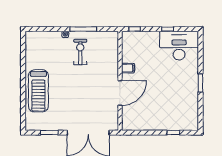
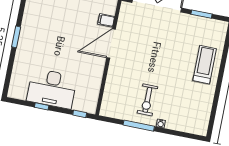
desk: (179, 46) -> (52, 89), moved
filing cabinet: (128, 68) -> (106, 20), moved
treadmill: (38, 91) -> (205, 65), width x0.73, depth x0.73

